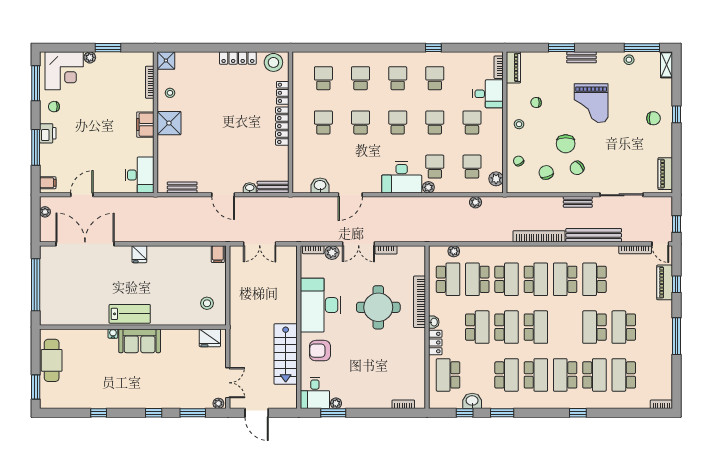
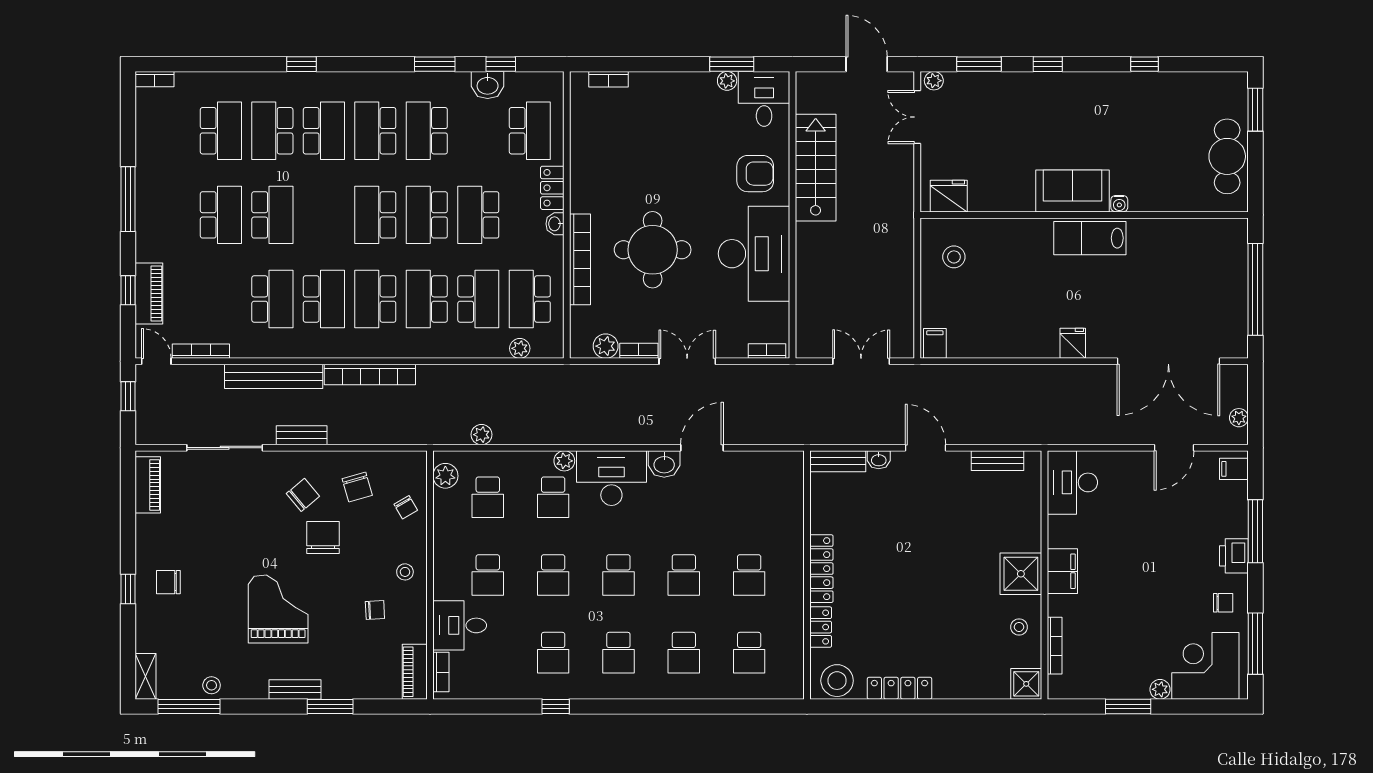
washbasin: (320, 186) -> (664, 464), moved
plant: (332, 253) -> (606, 346), moved

